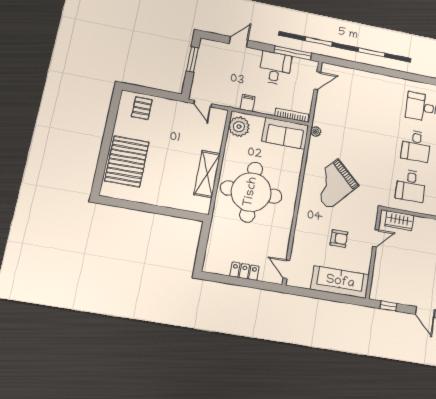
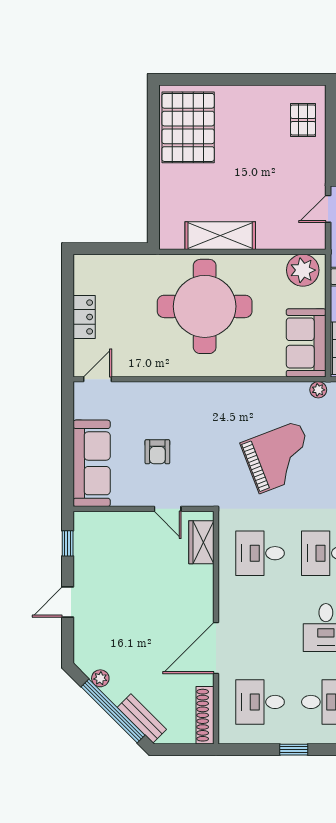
pallet: (142, 108) -> (303, 120), turned 90
pallet: (127, 161) -> (188, 127), moved, turned 90
grand piano: (333, 184) -> (279, 457), moved, turned 116

